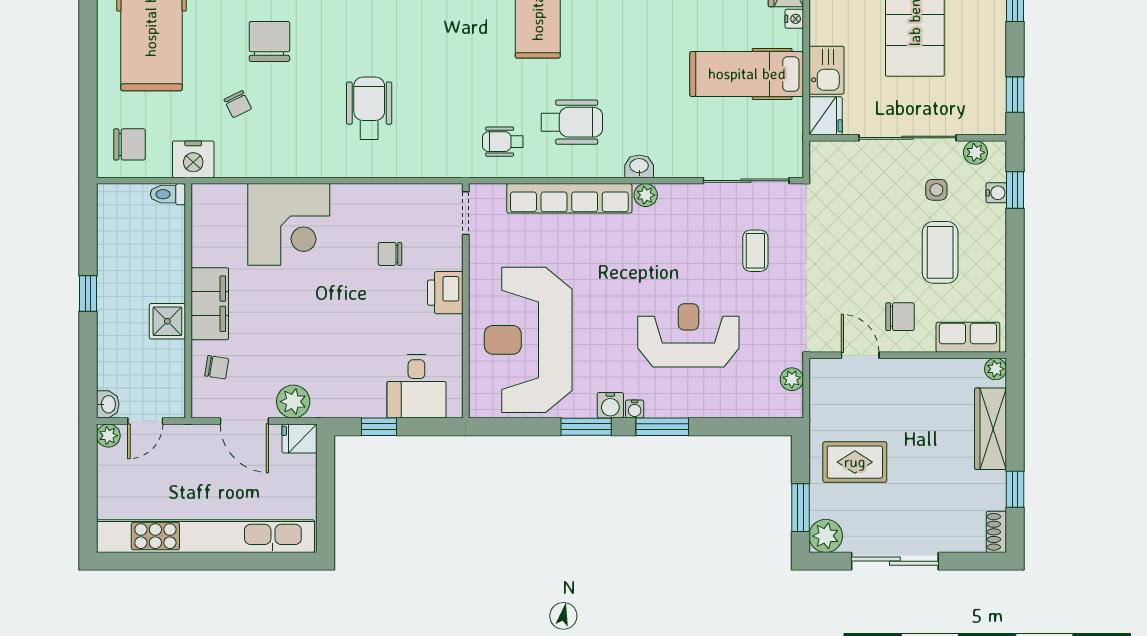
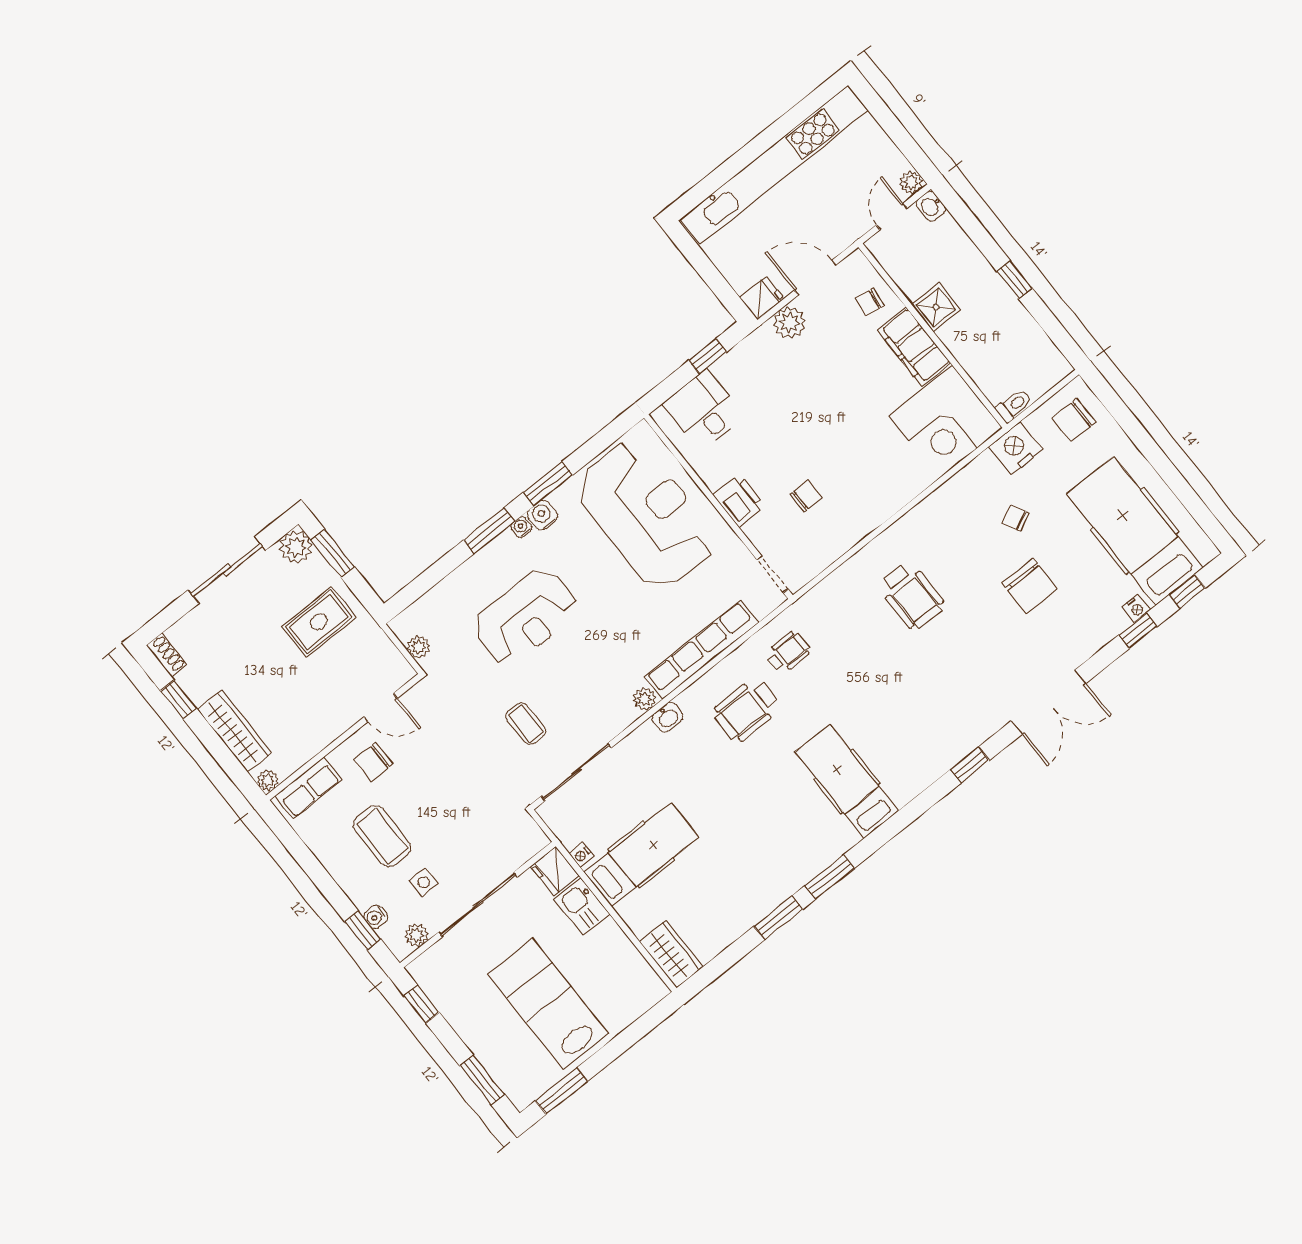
nightstand: (794, 19) -> (582, 855), moved
corner desk: (289, 224) -> (946, 422), moved, turned -90

